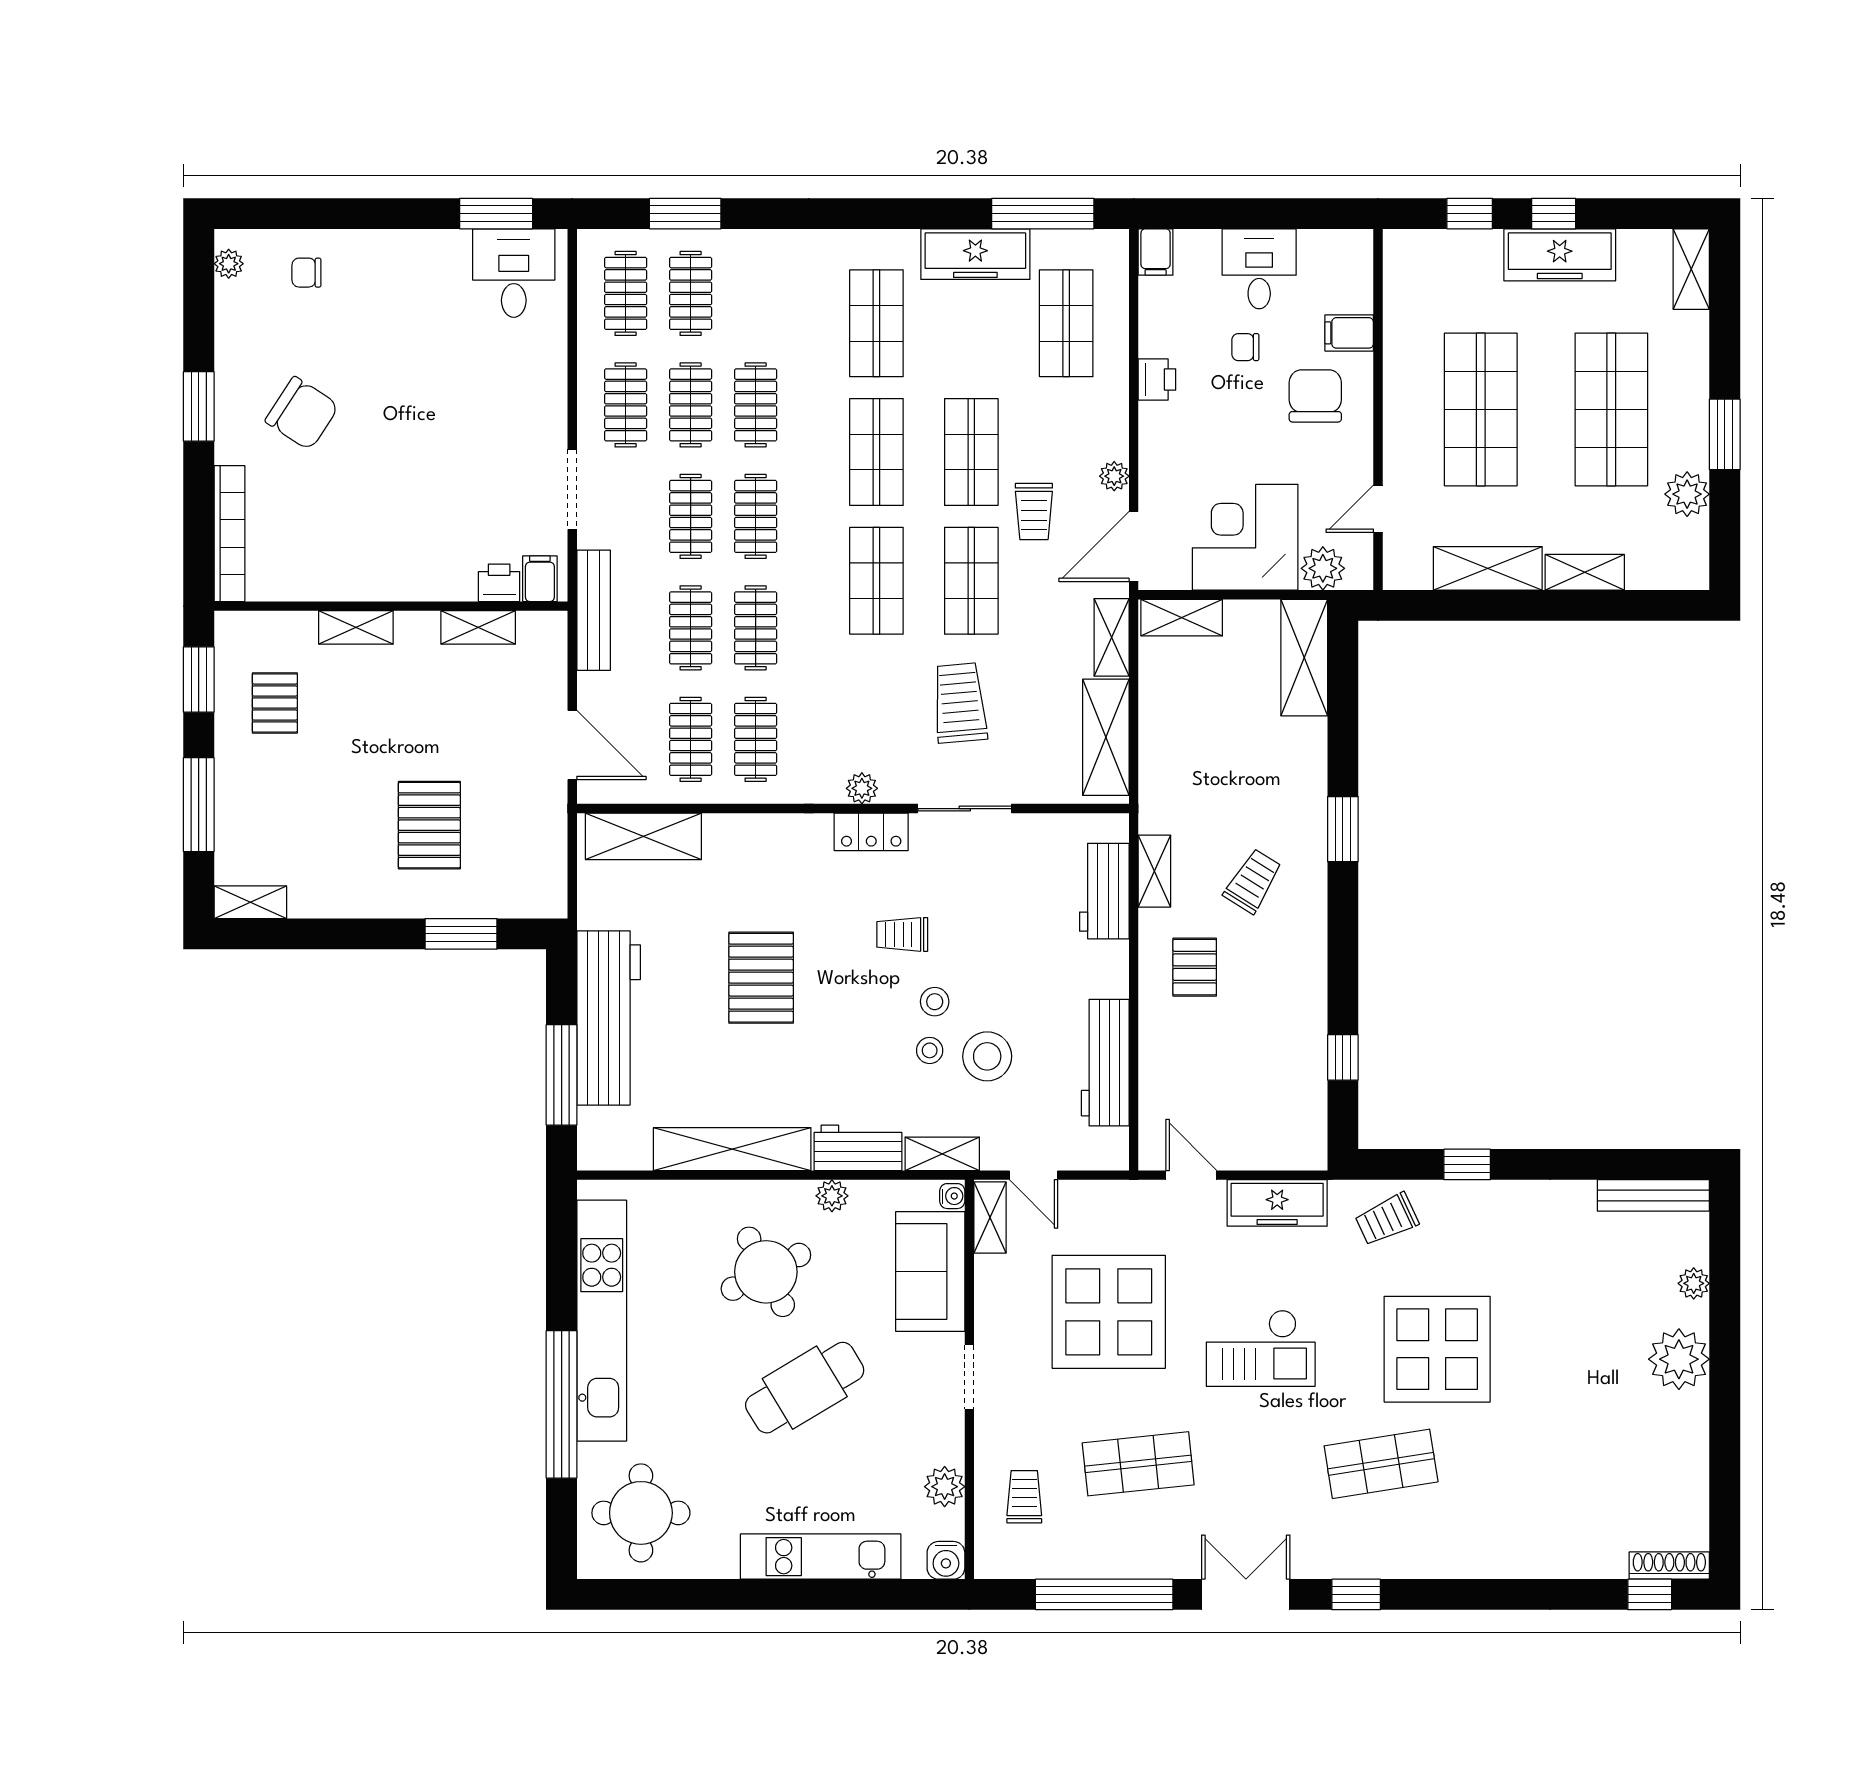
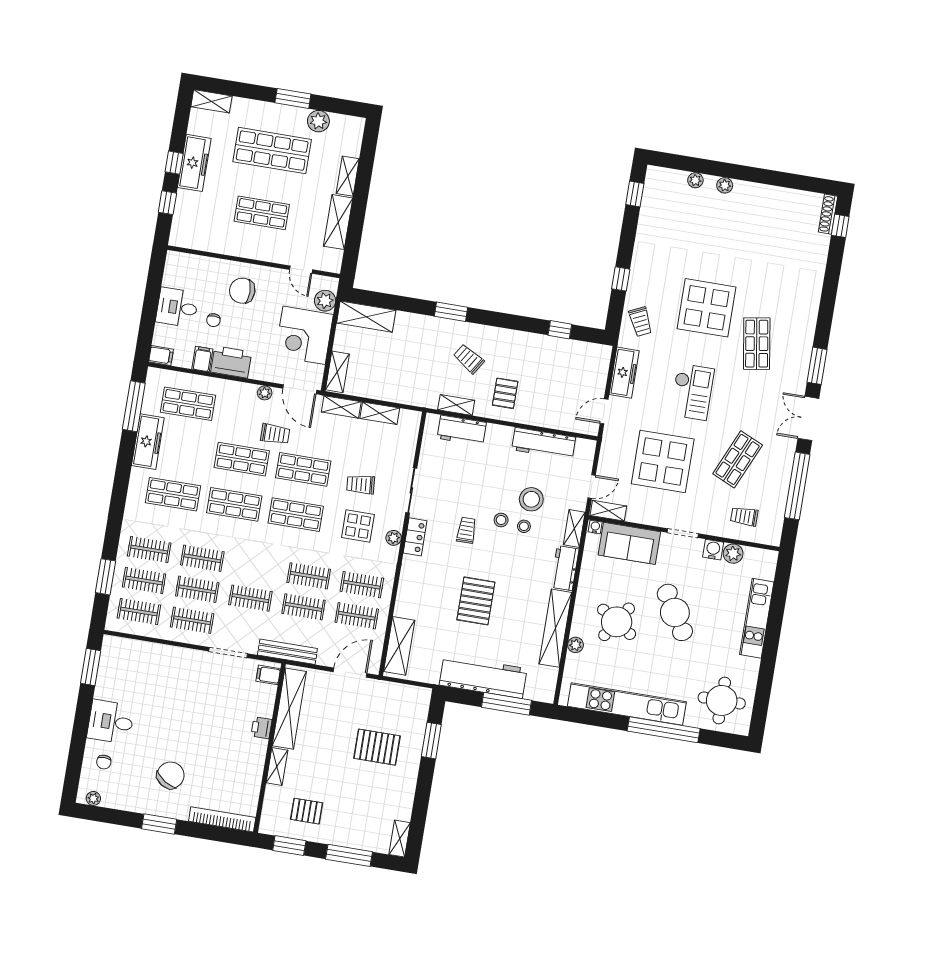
desk: (514, 273) -> (111, 722), moved
filing cabinet: (1349, 333) -> (202, 359), moved, turned 180
printer: (1157, 379) -> (231, 362), width x1.87, depth x1.48
shop shelf: (1481, 409) -> (262, 213), width x0.70, depth x0.74
clothes rail: (756, 516) -> (149, 549), moved
printer: (499, 583) -> (261, 728), moved
shelving: (478, 627) -> (289, 709), width x2.20, depth x1.33
trolley: (960, 703) -> (361, 484), width x0.73, depth x0.72
display table: (874, 712) -> (358, 526), added
shelving: (1106, 737) -> (380, 413), width x0.67, depth x0.75
trolley: (902, 934) -> (466, 530), turned 180
pallet: (1195, 967) -> (505, 393), turned 90
pallet: (761, 978) -> (476, 601), turned 90
window: (1645, 1164) -> (635, 194), added
bench: (1653, 1195) -> (650, 193), removed
plant: (832, 1196) -> (576, 645), moved
round table: (766, 1272) -> (617, 622), turned -30
plant: (1679, 1359) -> (725, 185), width x0.53, depth x0.53
shop shelf: (1138, 1464) -> (738, 459), turned 30
water cooler: (946, 1560) -> (713, 550), moved, turned -90
window: (1356, 1594) -> (817, 366), width x1.50

